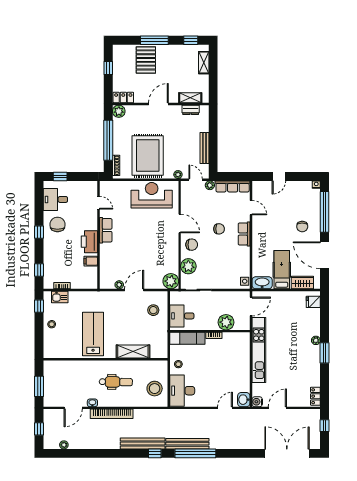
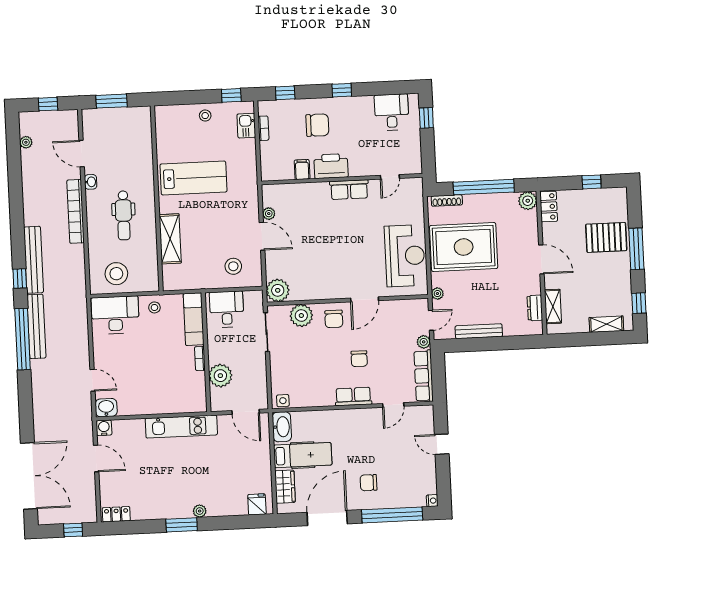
chair: (57, 224) -> (317, 125), moved
kitchen unit: (259, 350) -> (181, 427), width x0.73

